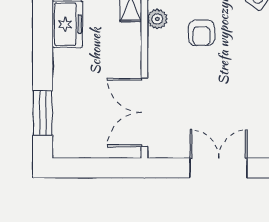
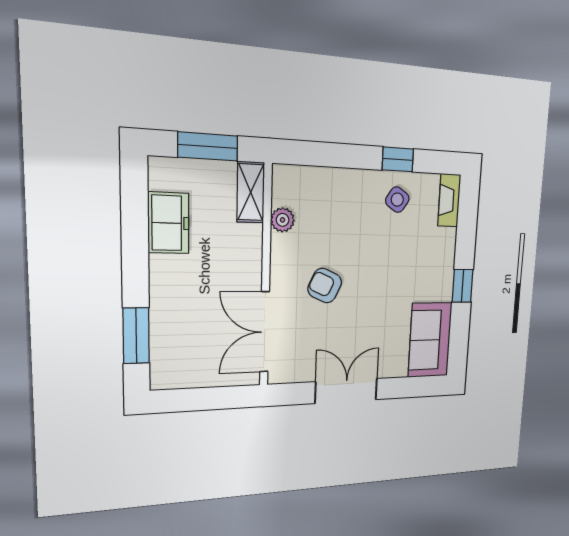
armchair: (202, 33) -> (325, 286), moved, turned 115

